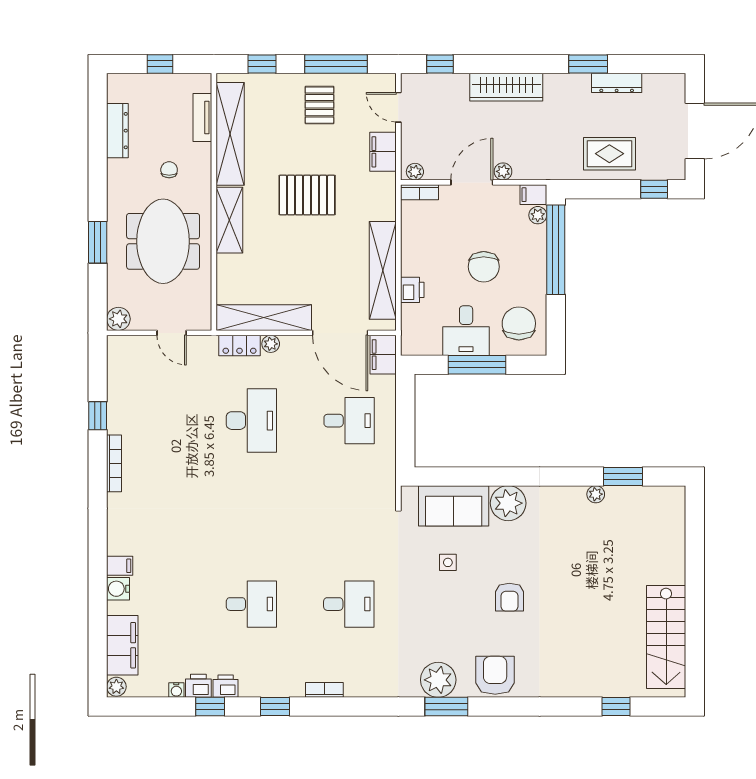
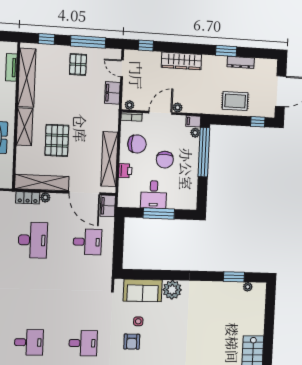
pallet: (307, 195) -> (57, 140), moved, turned 90
chair: (519, 323) -> (137, 144), moved, turned 90
plant: (596, 494) -> (248, 287), moved
armchair: (509, 597) -> (132, 342), moved

